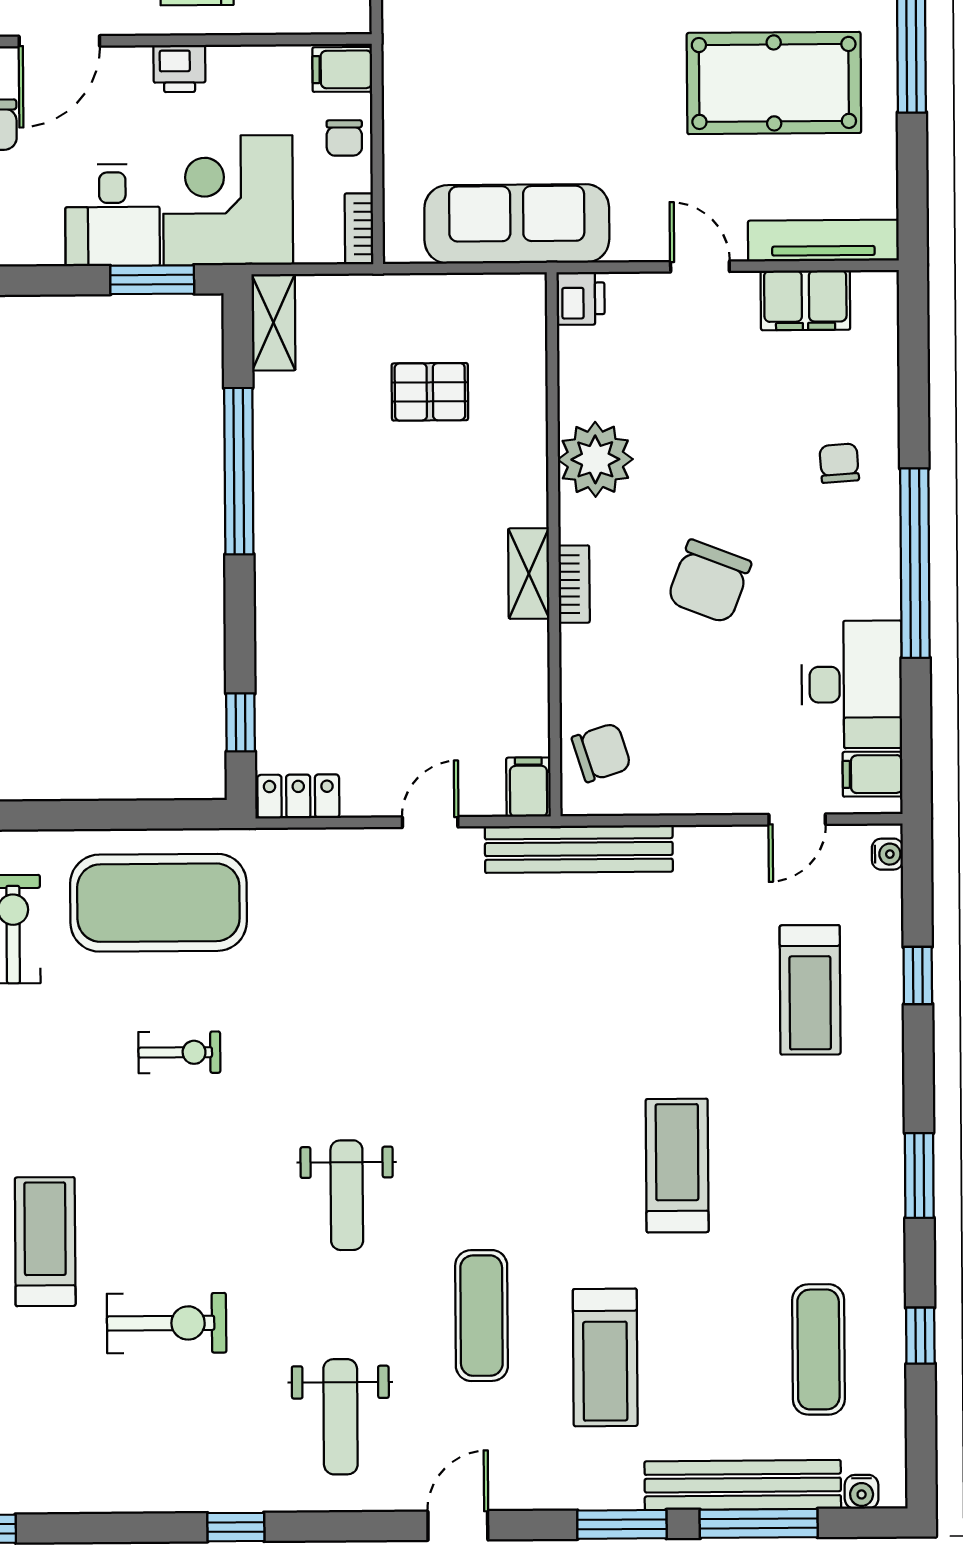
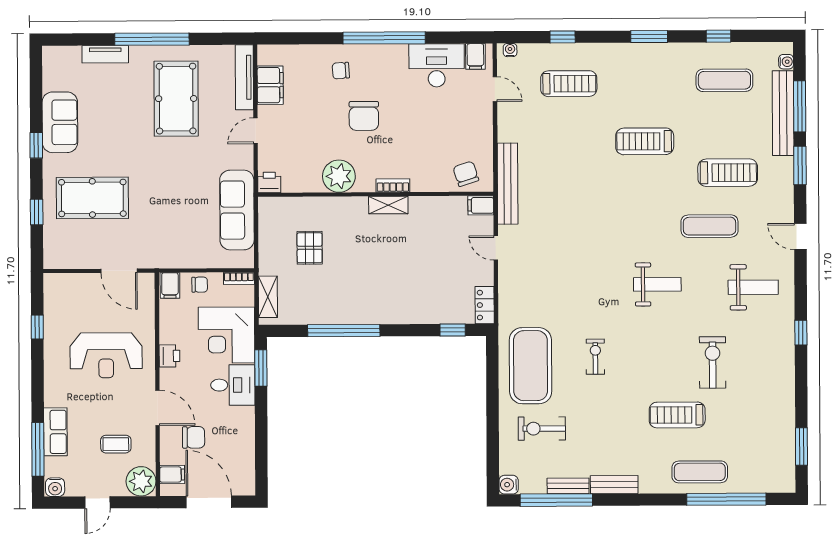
shelving: (273, 322) -> (268, 297), moved, turned 90
chair: (709, 581) -> (364, 116), moved, turned 69

